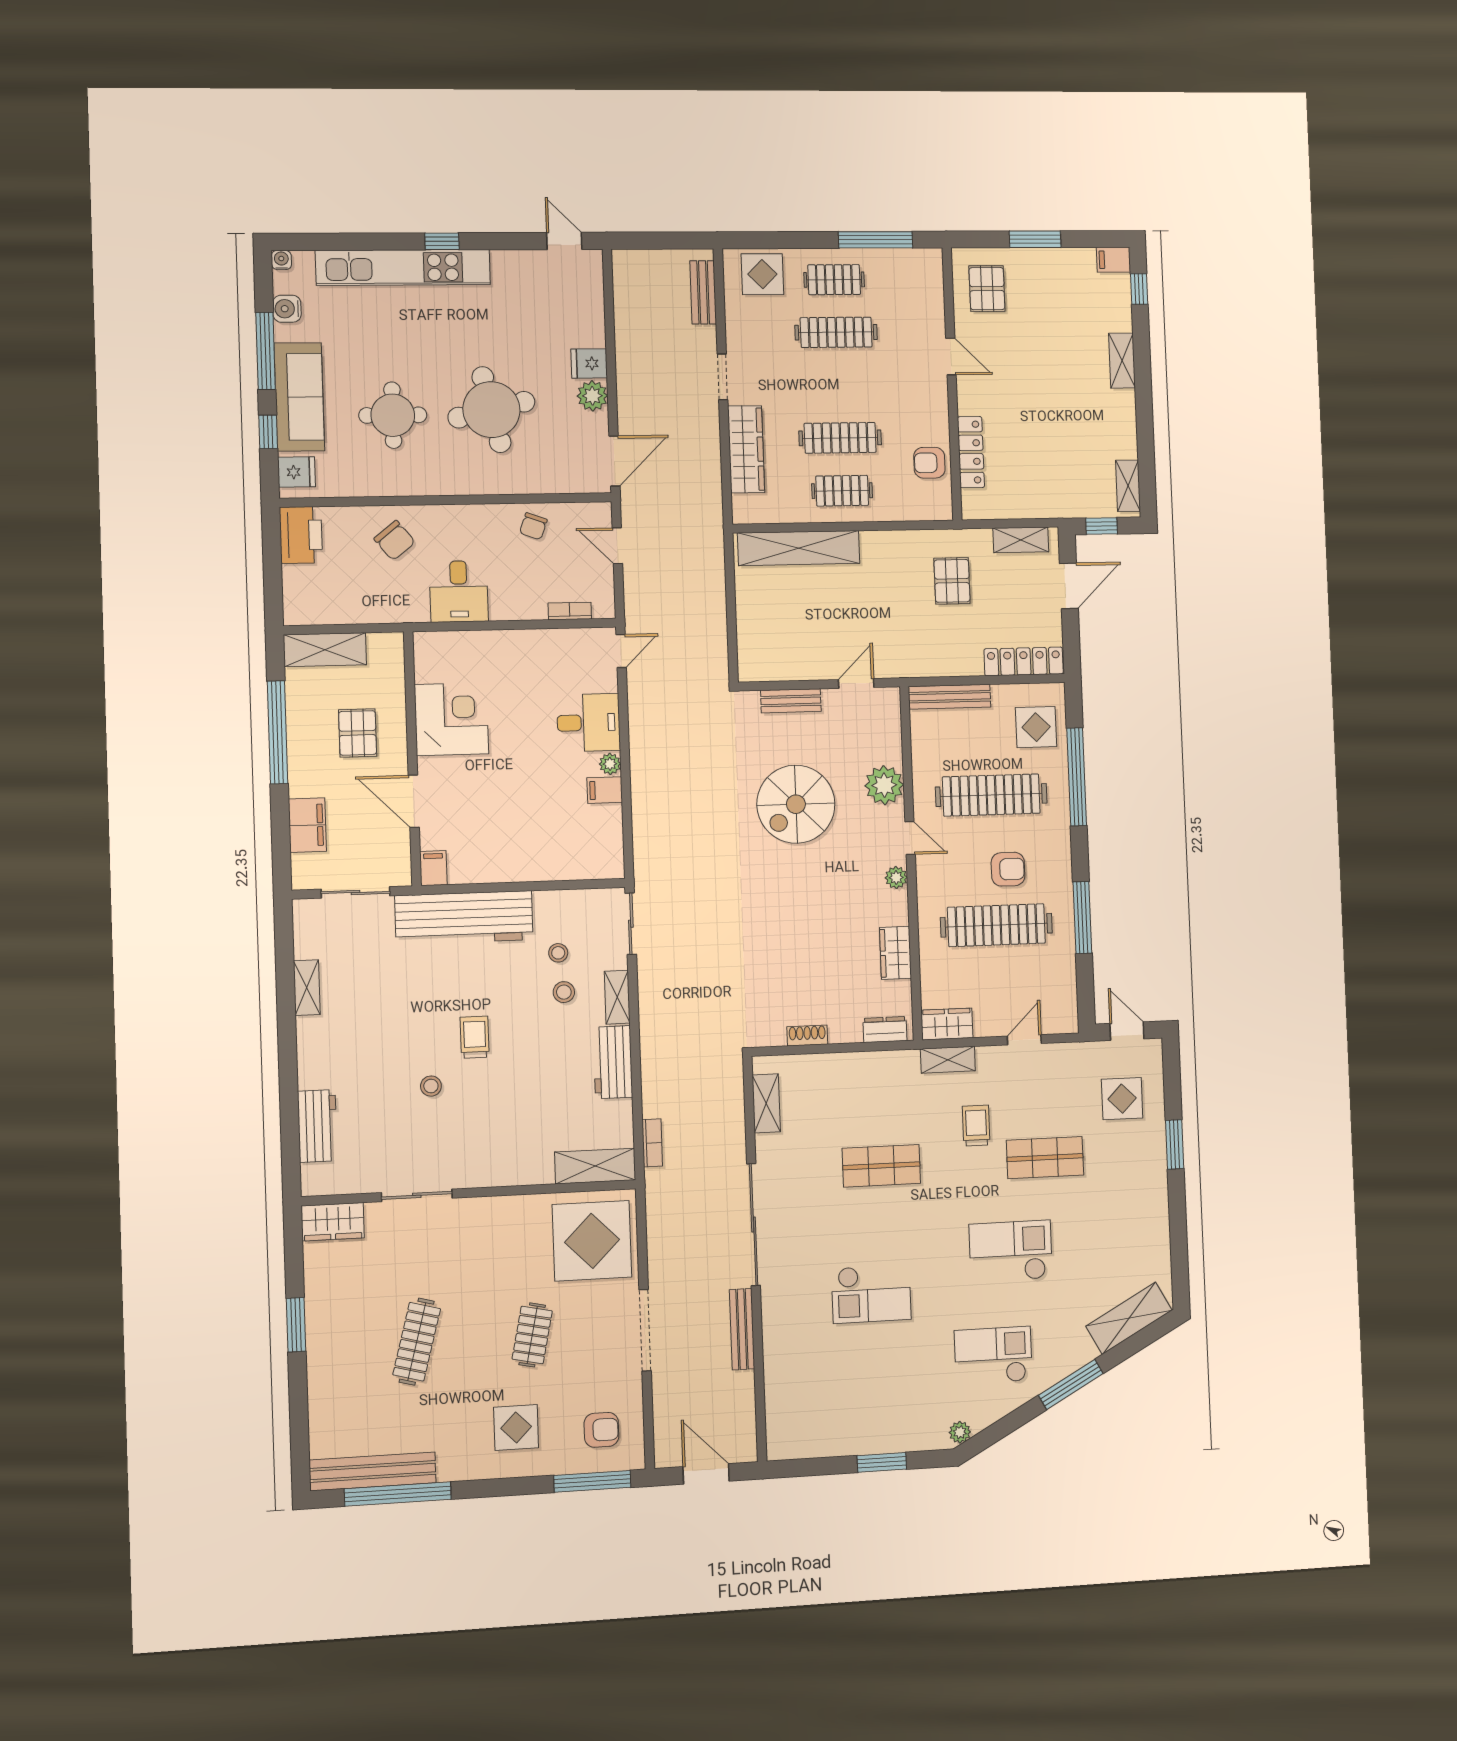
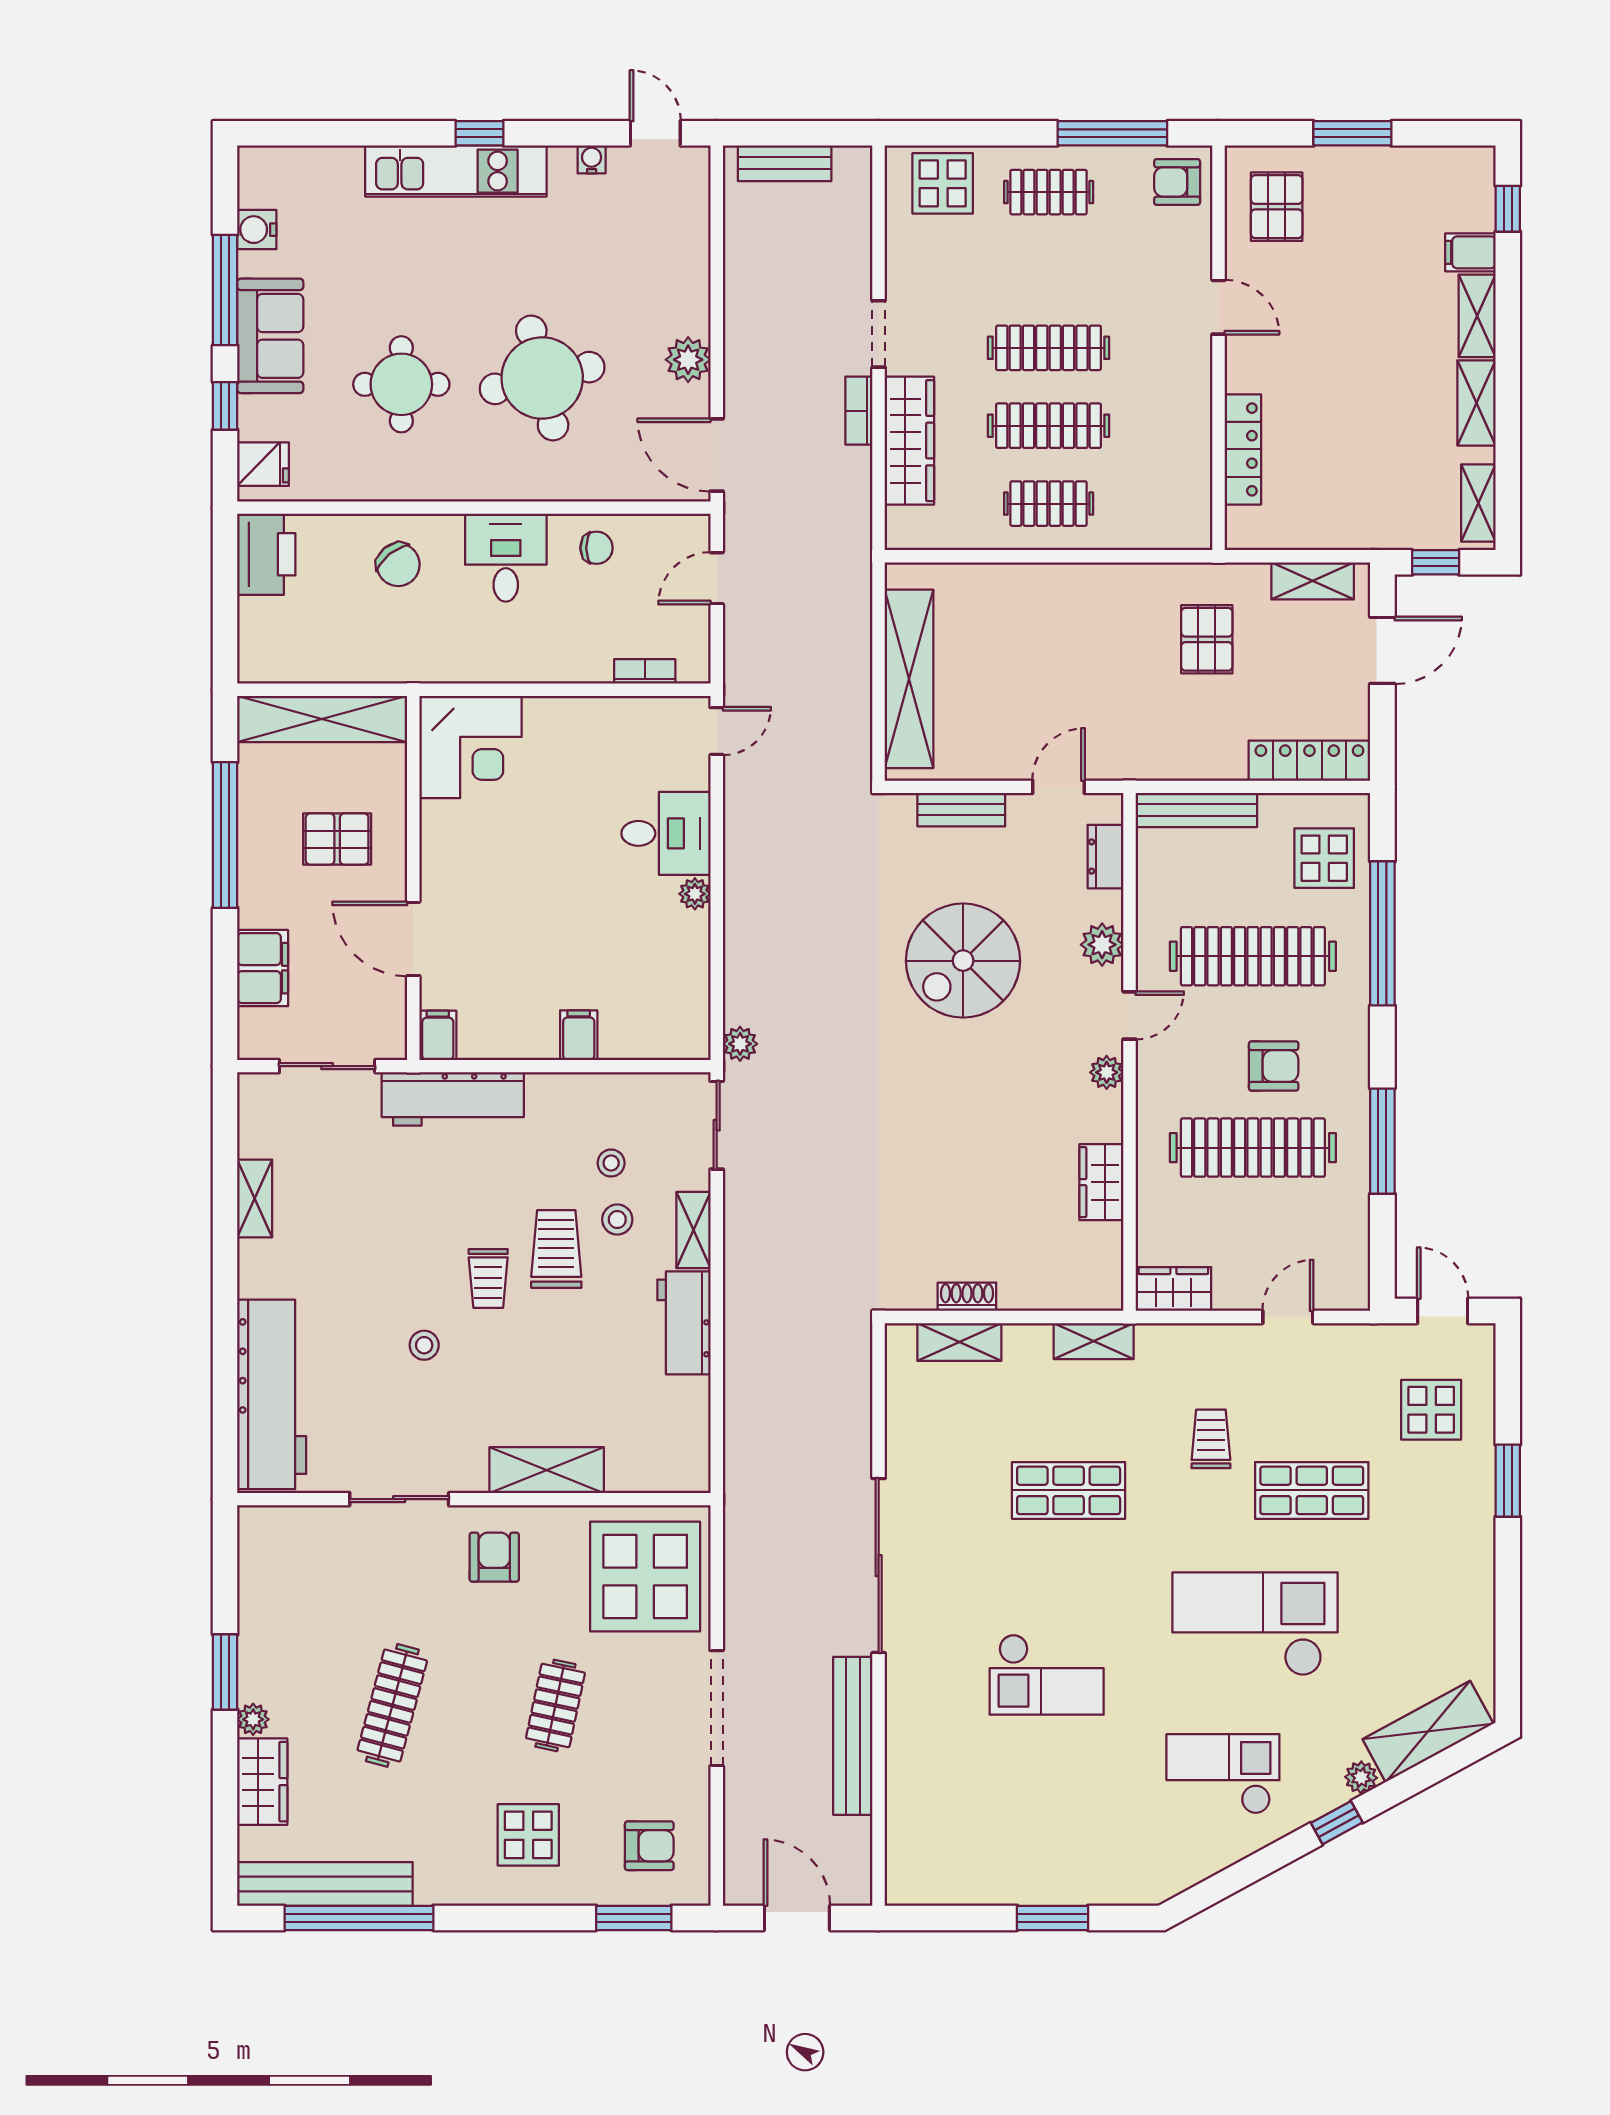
water cooler: (281, 260) -> (592, 159), moved
filing cabinet: (1113, 260) -> (1470, 252), moved
kitchen unit: (403, 267) -> (456, 171), width x0.73
bench: (703, 292) -> (785, 163), moved, turned 90
clothes rail: (836, 332) -> (1049, 348), moved
fridge: (589, 363) -> (685, 312), removed
sofa: (299, 397) -> (270, 336), width x0.73
shelving: (1124, 419) -> (1476, 403), added
door: (614, 461) -> (717, 455), swing flipped
armchair: (929, 463) -> (1177, 182), moved
chair: (533, 526) -> (597, 548), turned -110
door: (617, 546) -> (717, 578), hinge flipped
shelving: (799, 548) -> (909, 679), moved, turned 90
desk: (459, 591) -> (506, 558), moved, turned 180
shelving: (325, 650) -> (322, 719), width x1.47
corner desk: (452, 719) -> (470, 747), moved, turned 90
pallet: (358, 733) -> (337, 839), turned 90
plant: (884, 785) -> (1102, 945), width x0.73, depth x0.73
filing cabinet: (605, 790) -> (579, 1035), moved, turned 90
door: (910, 838) -> (1129, 1015), hinge flipped
plant: (645, 867) -> (740, 1044), added
workbench: (464, 918) -> (453, 1099), width x0.73, depth x0.76
trolley: (522, 1014) -> (556, 1249), added
dresser: (885, 1030) -> (1105, 857), moved, turned -90
trolley: (475, 1037) -> (488, 1278), turned 180
shelving: (948, 1060) -> (1094, 1341), moved
shelving: (766, 1103) -> (959, 1342), moved, turned 90
workbench: (317, 1126) -> (272, 1394), width x1.88, depth x1.32
bookcase: (652, 1143) -> (859, 411), moved, turned 180
shelving: (595, 1166) -> (547, 1470), moved
wardrobe: (333, 1222) -> (262, 1782), moved, turned -90
armchair: (485, 1233) -> (494, 1557), added
checkout: (1011, 1251) -> (1255, 1624), width x1.36, depth x1.21
bench: (742, 1329) -> (853, 1736), width x1.37, depth x1.21
plant: (317, 1357) -> (253, 1719), added
window: (1071, 1384) -> (1337, 1823), width x0.46
plant: (960, 1432) -> (1361, 1777), moved
window: (592, 1481) -> (634, 1918), width x0.69

